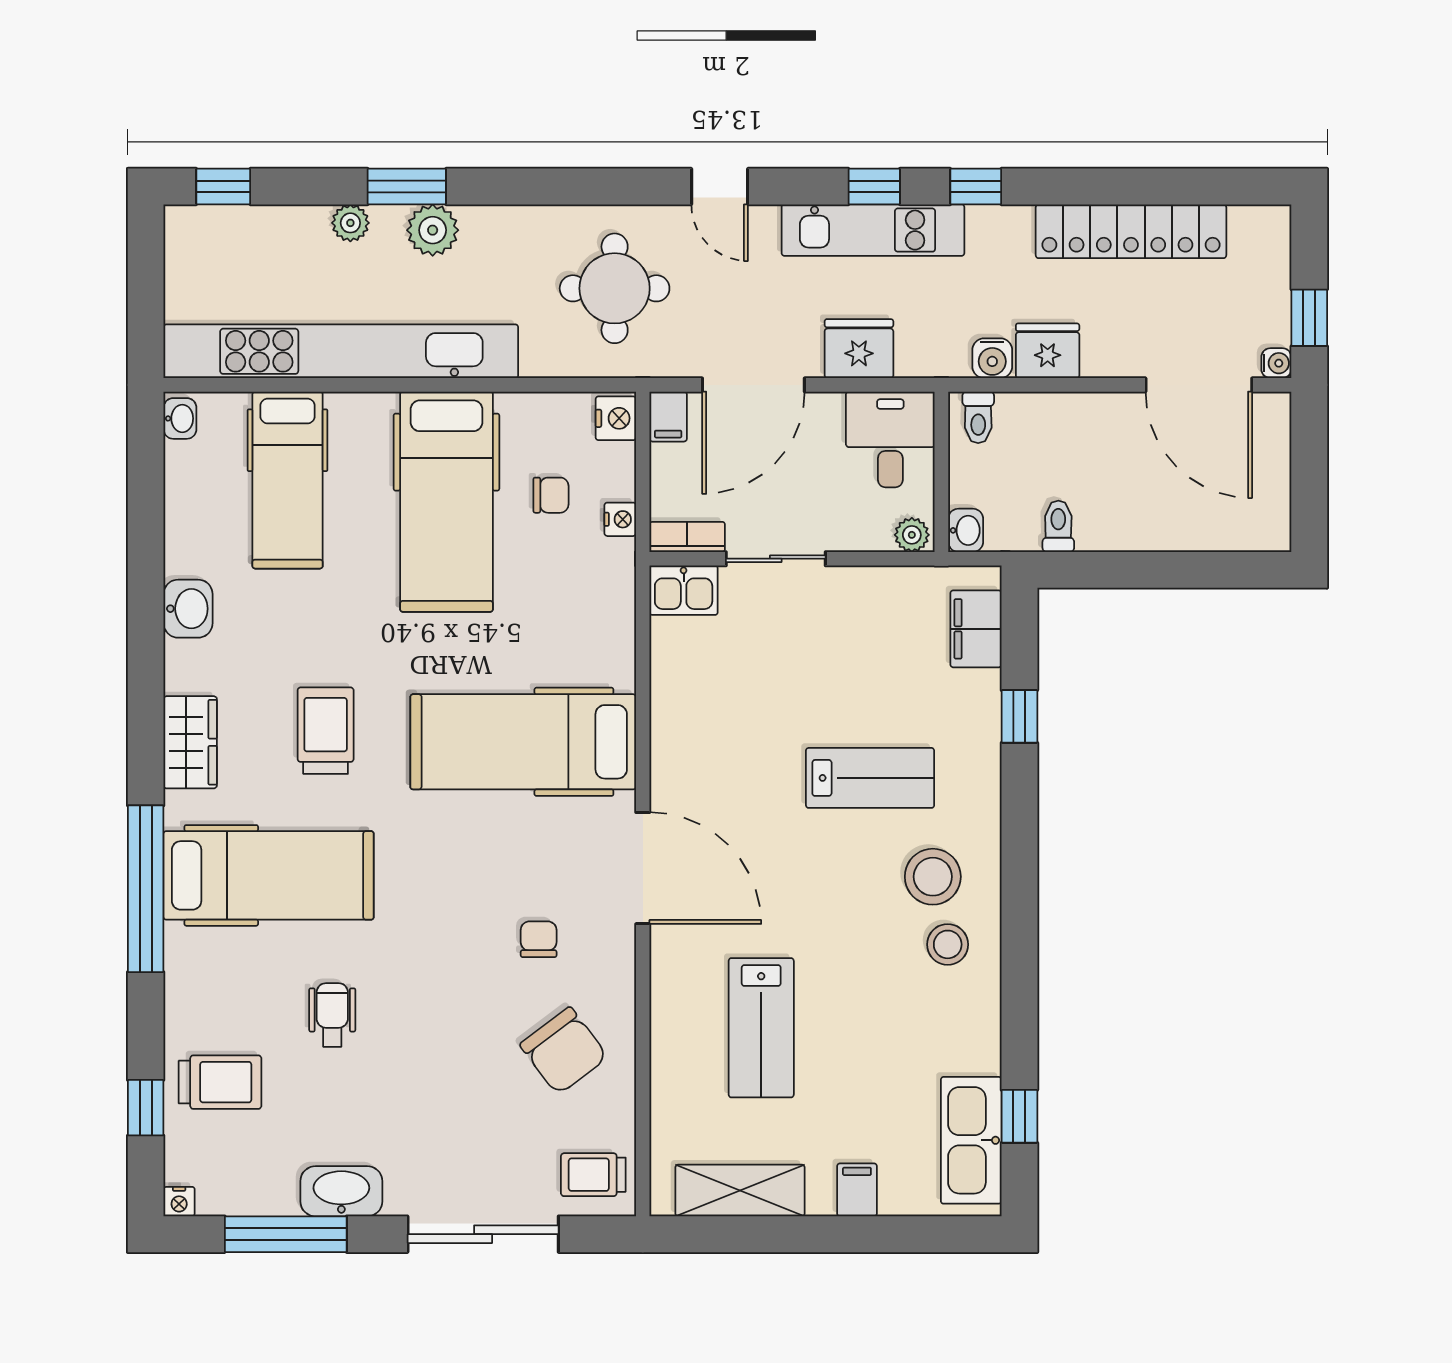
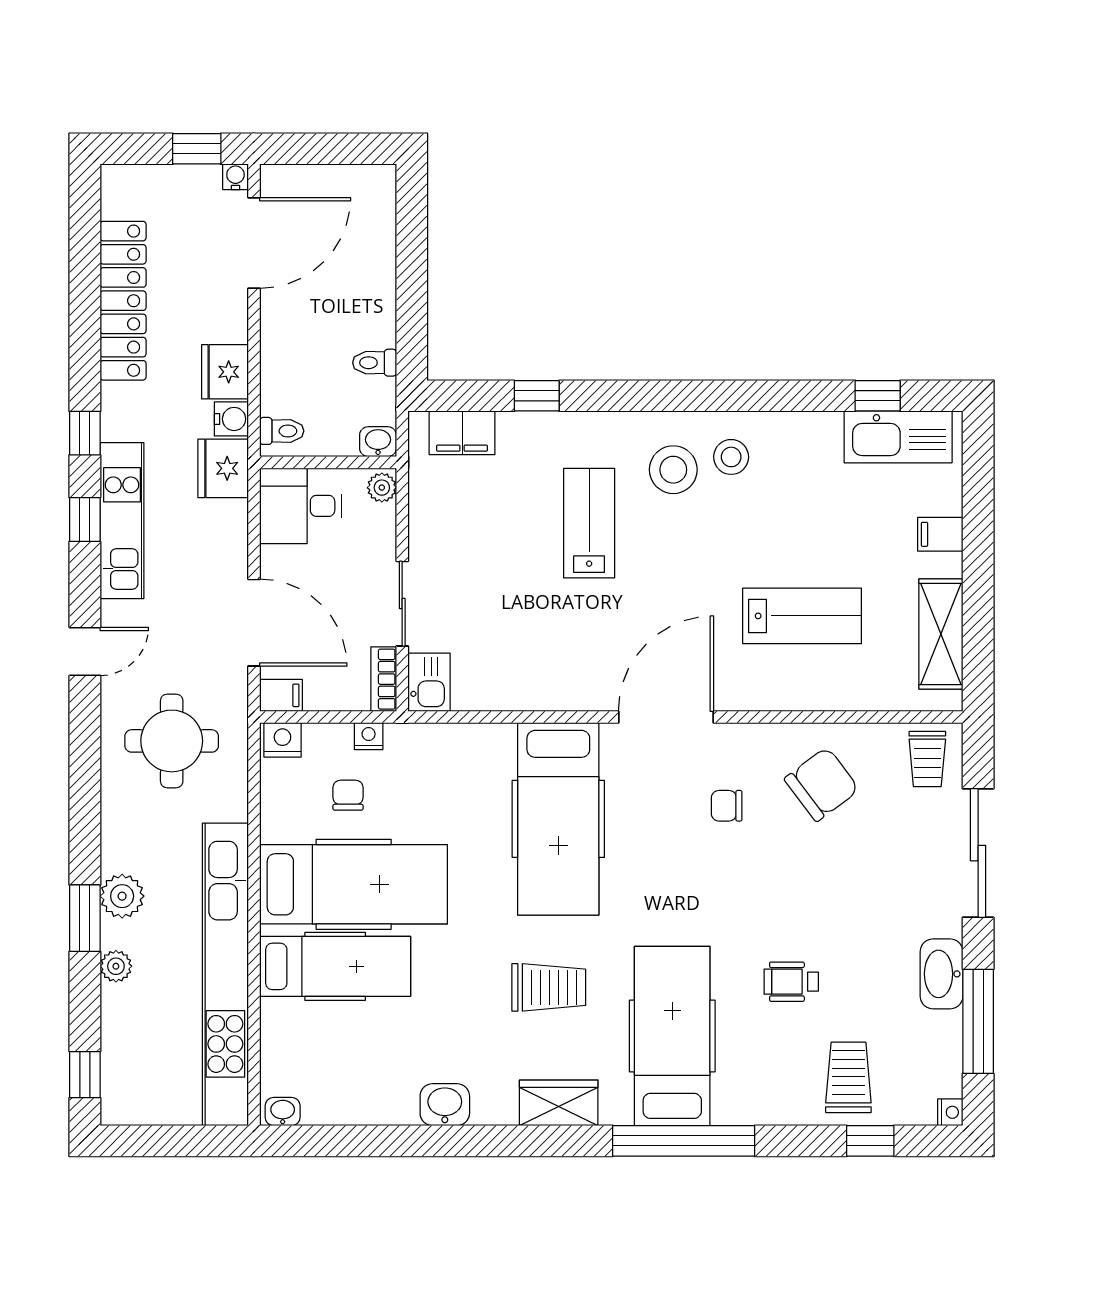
fridge: (859, 349) -> (223, 468), moved
hospital bed: (288, 480) -> (335, 966), moved
trolley: (326, 731) -> (549, 987), turned 180

